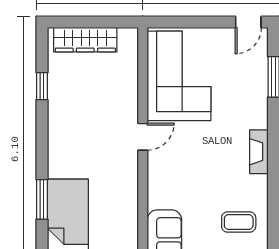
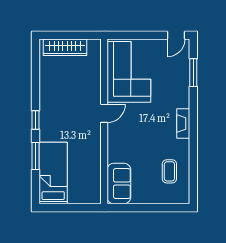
window: (42, 86) -> (36, 120), moved
coffee table: (239, 222) -> (169, 171), turned 90

